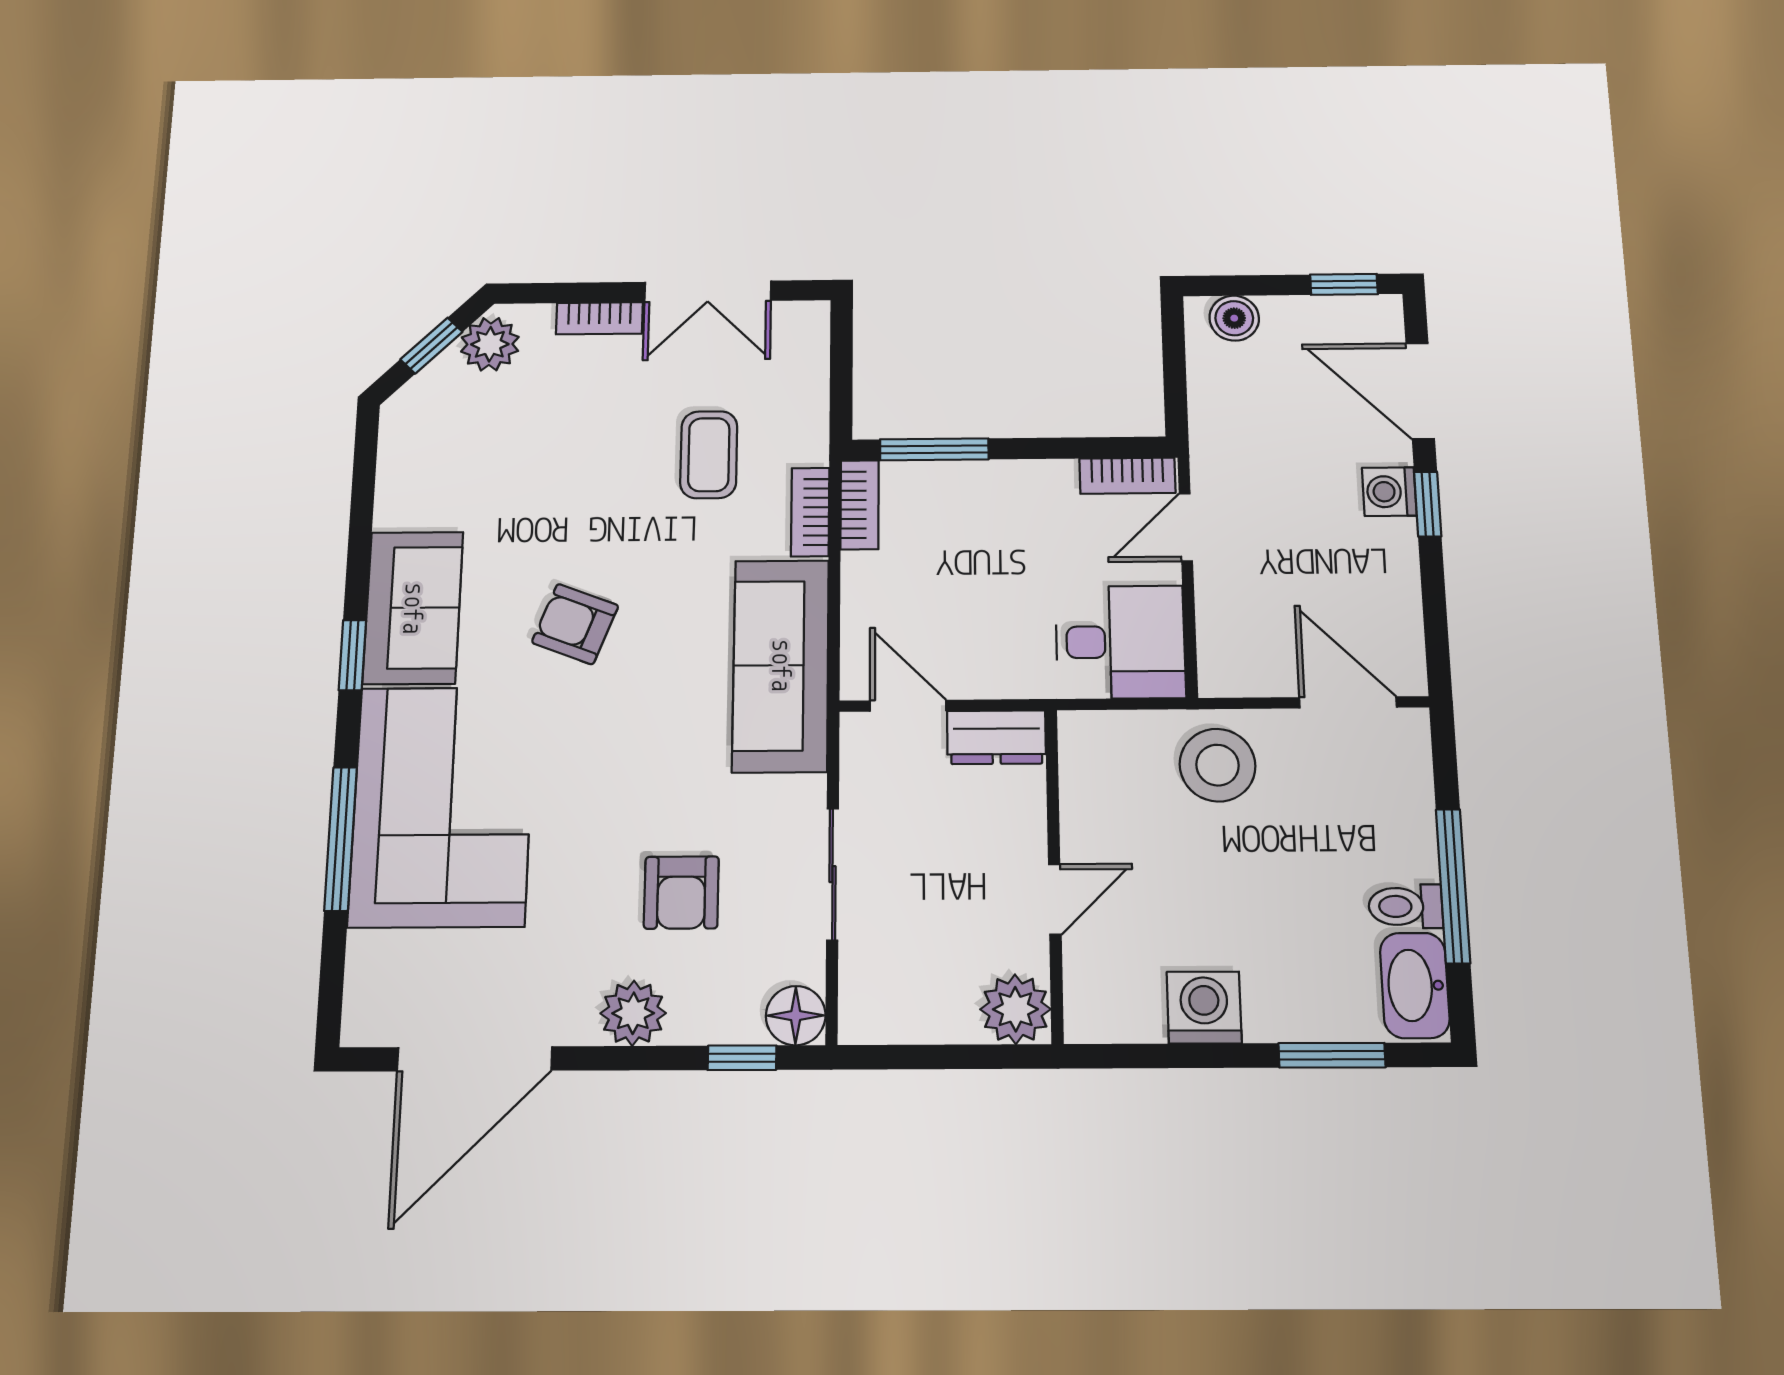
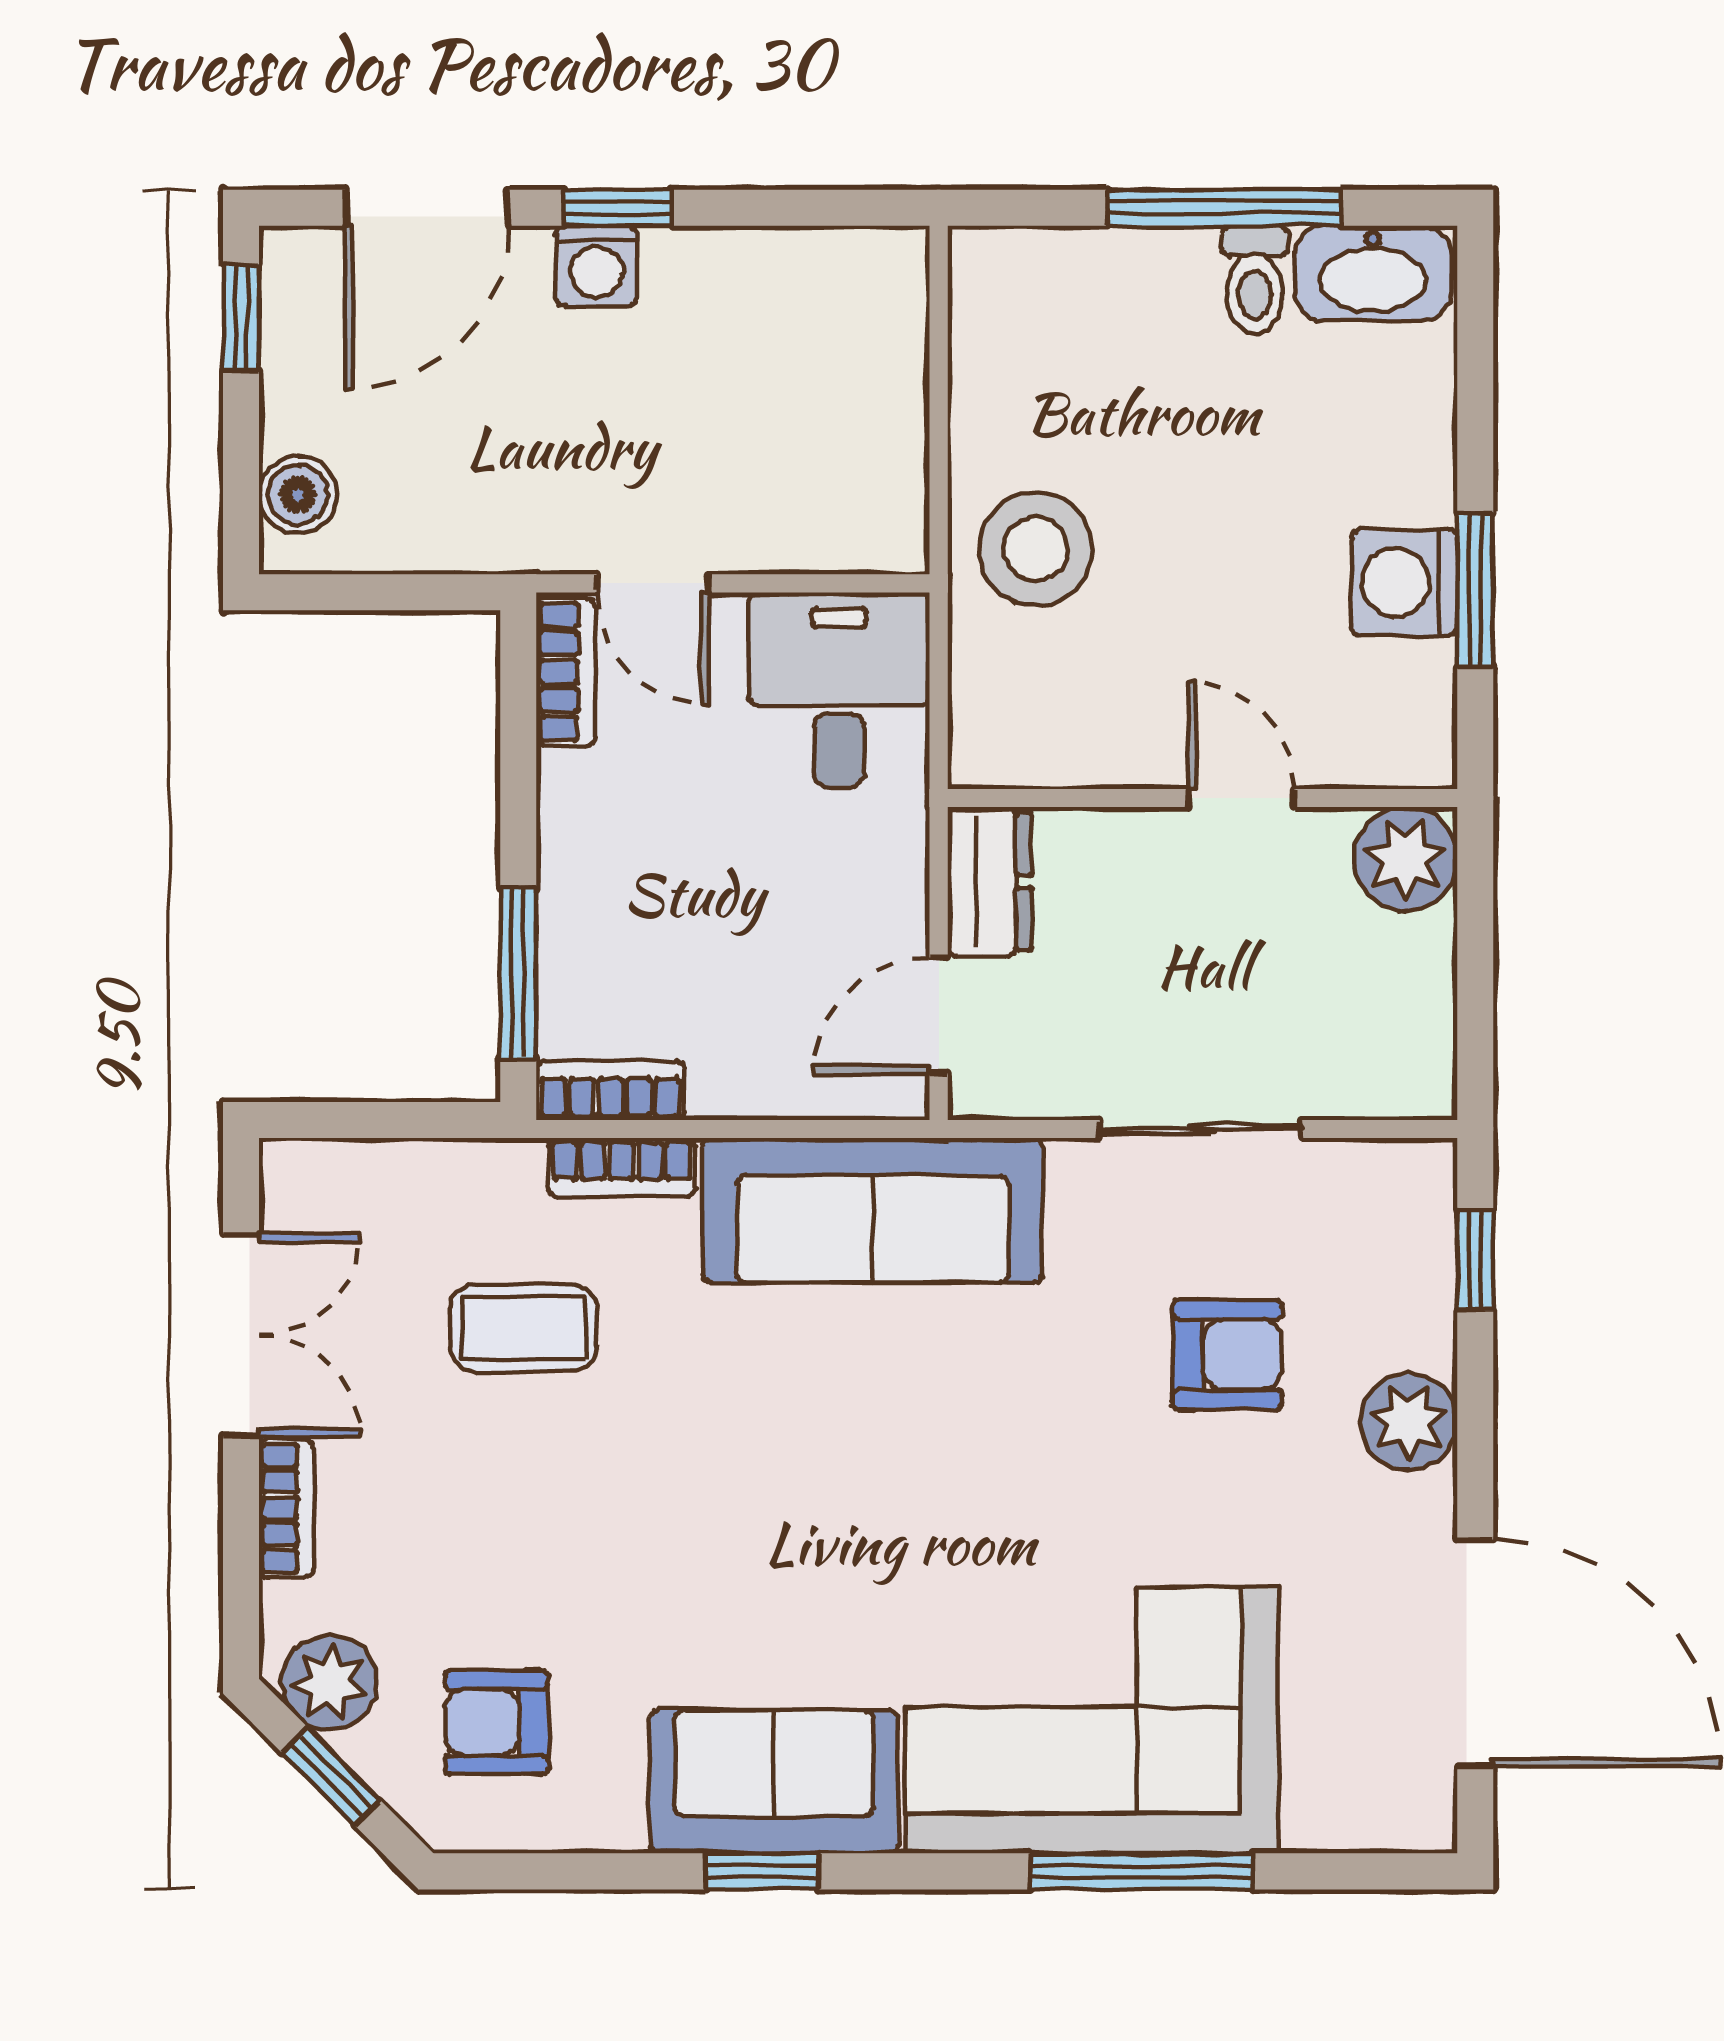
armchair: (575, 624) -> (496, 1722), moved, turned 69
window: (352, 655) -> (762, 1871), moved
door: (1348, 702) -> (939, 348), removed
floor lamp: (796, 1016) -> (1413, 1182), removed
window: (1332, 1055) -> (1475, 590), moved

